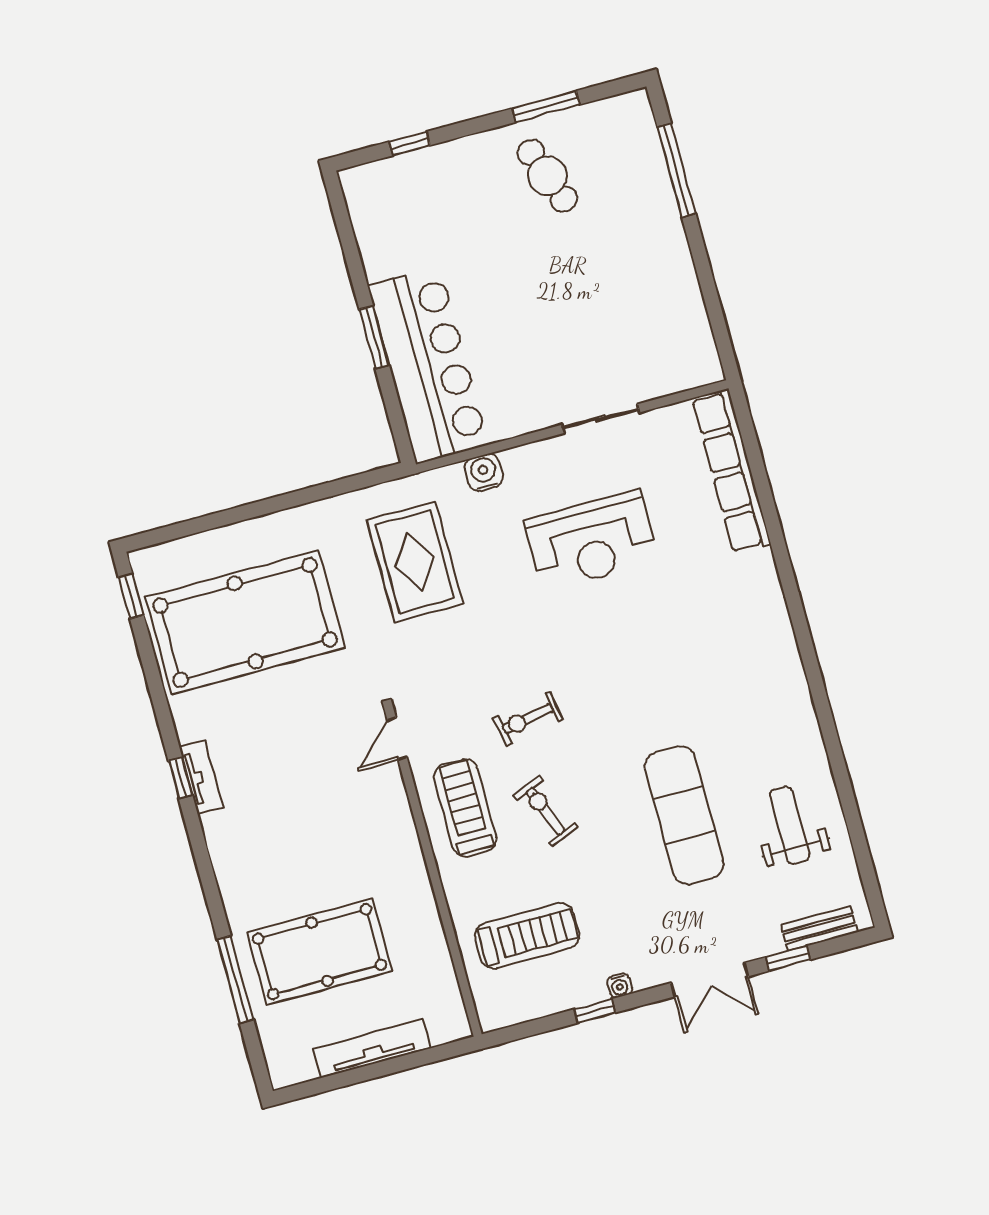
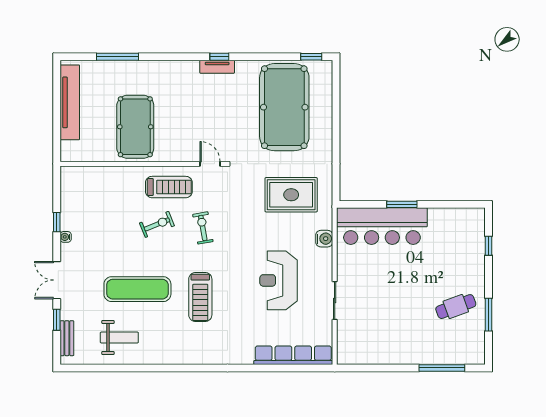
treadmill: (527, 936) -> (200, 297), moved
pool table: (320, 952) -> (135, 127), moved
tv unit: (372, 1048) -> (70, 102), width x1.36, depth x1.29

